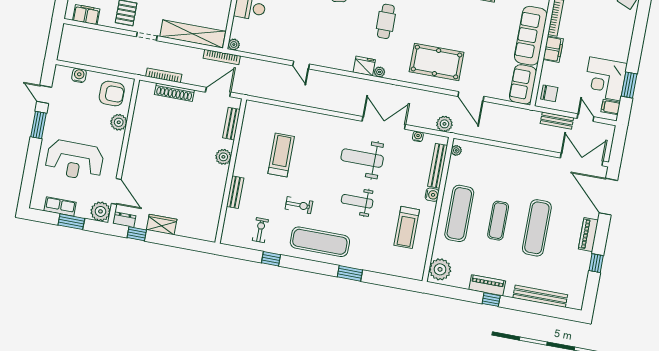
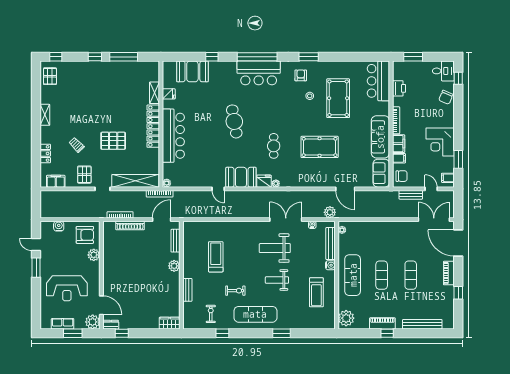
booth: (335, 55) -> (241, 177), added
pool table: (437, 62) -> (320, 147), moved
filing cabinet: (550, 69) -> (399, 158), added
corner desk: (605, 79) -> (440, 142), moved
wardrobe: (162, 225) -> (170, 323), moved
exercise mat: (537, 228) -> (411, 275), width x0.73, depth x0.69

